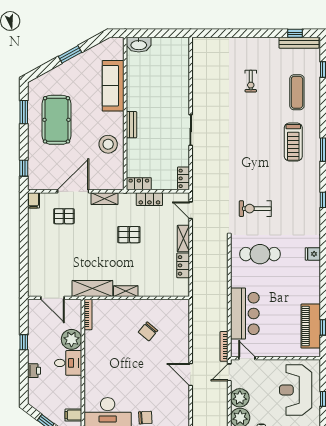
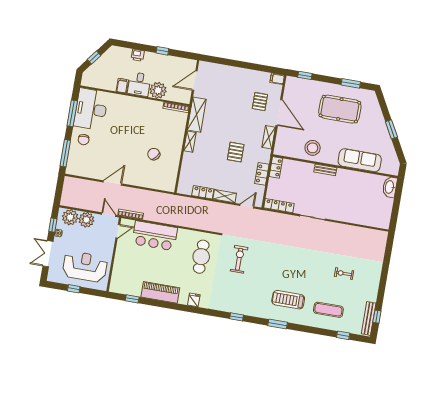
locker: (184, 178) -> (279, 206), width x1.53
piano: (311, 326) -> (160, 292), moved
filing cabinet: (73, 415) -> (122, 86), moved

